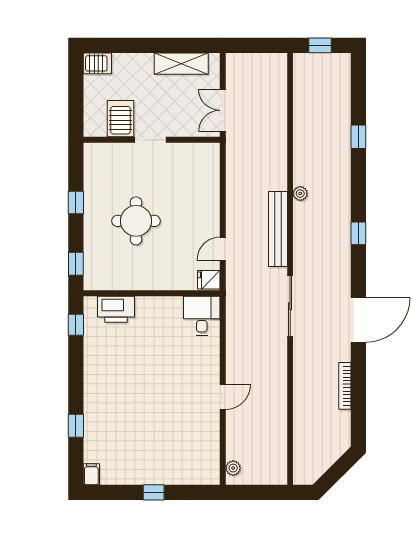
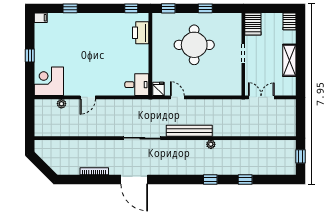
shelving: (181, 64) -> (289, 60), moved
server rack: (121, 119) -> (253, 24), moved, turned 90
round table: (136, 221) -> (194, 45), width x1.36, depth x1.36
window: (358, 233) -> (210, 180), moved
door: (223, 397) -> (88, 97), hinge flipped
corner desk: (196, 461) -> (49, 81), added
plant: (233, 468) -> (61, 104), moved

